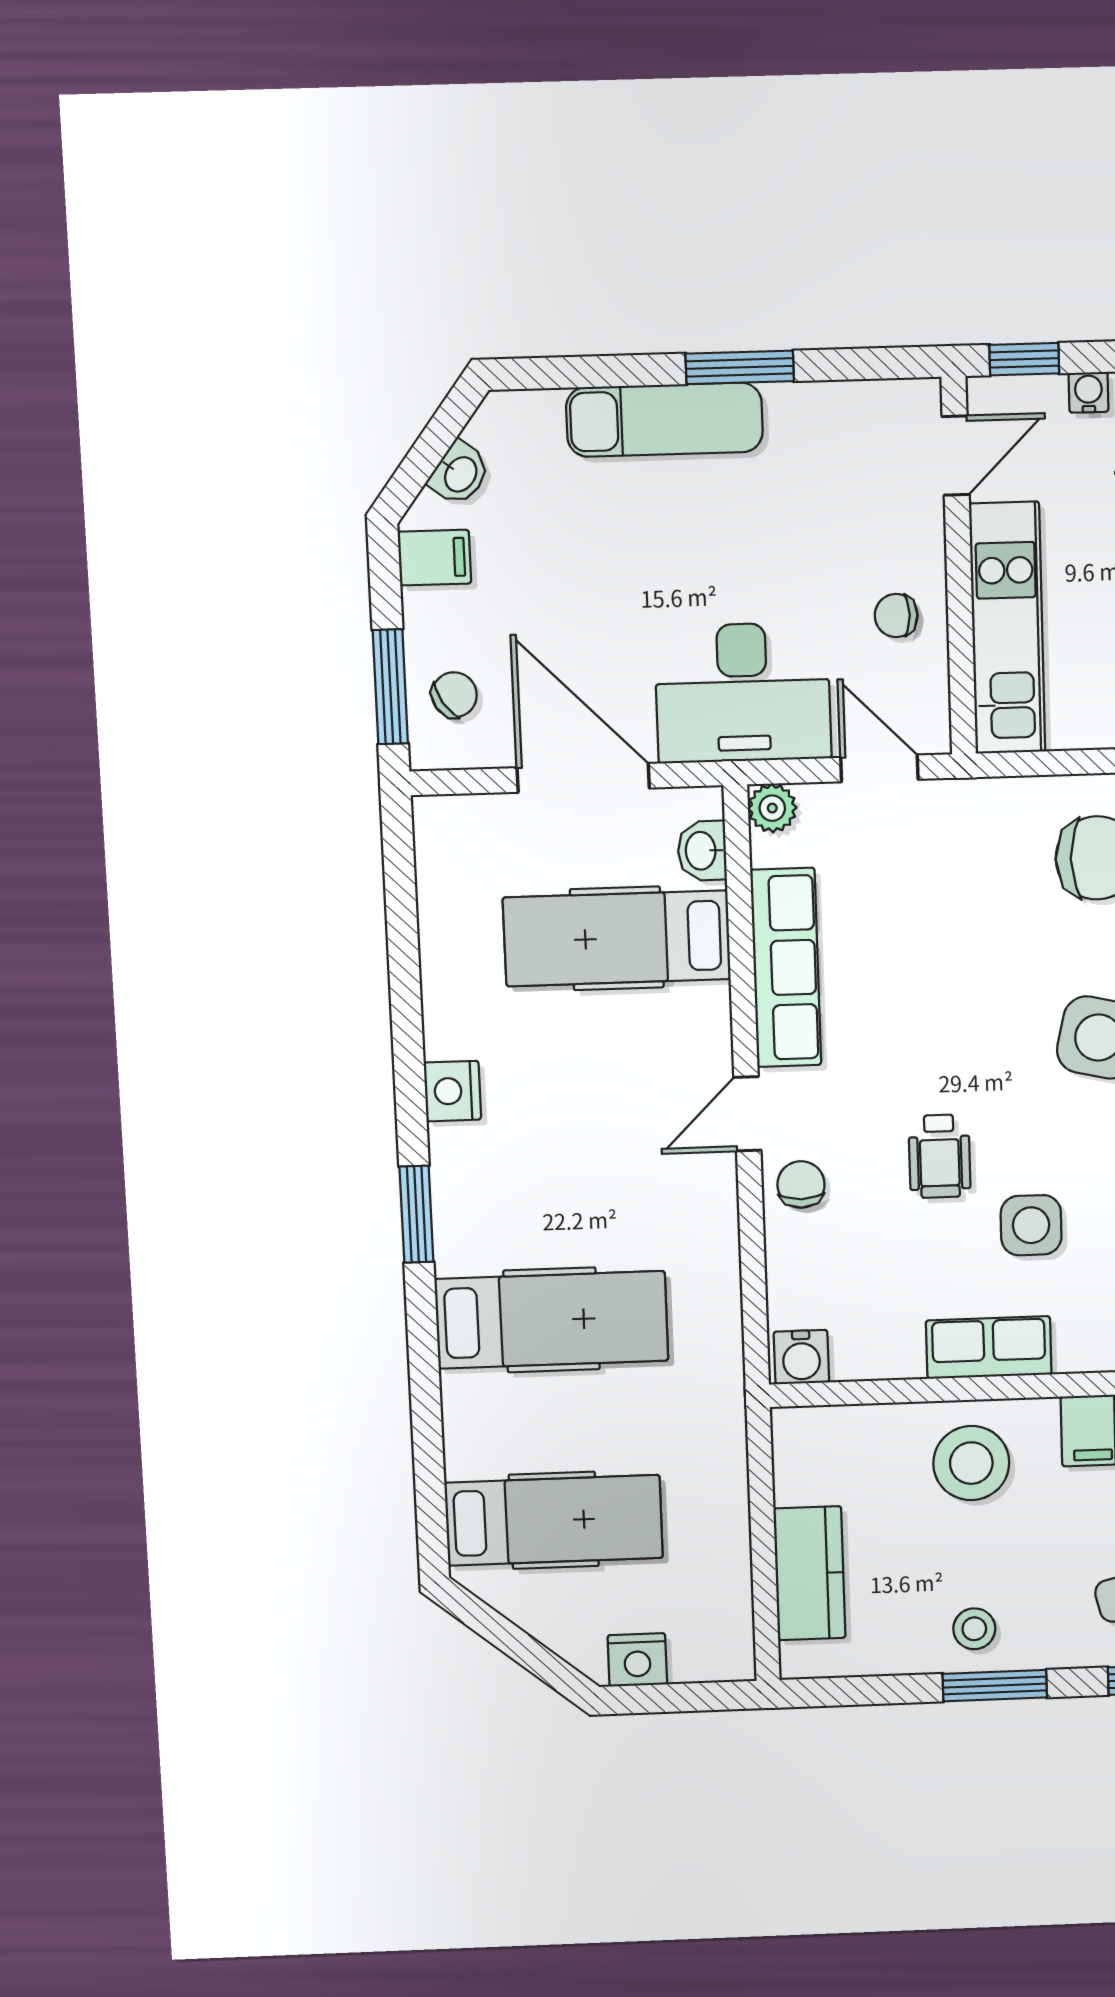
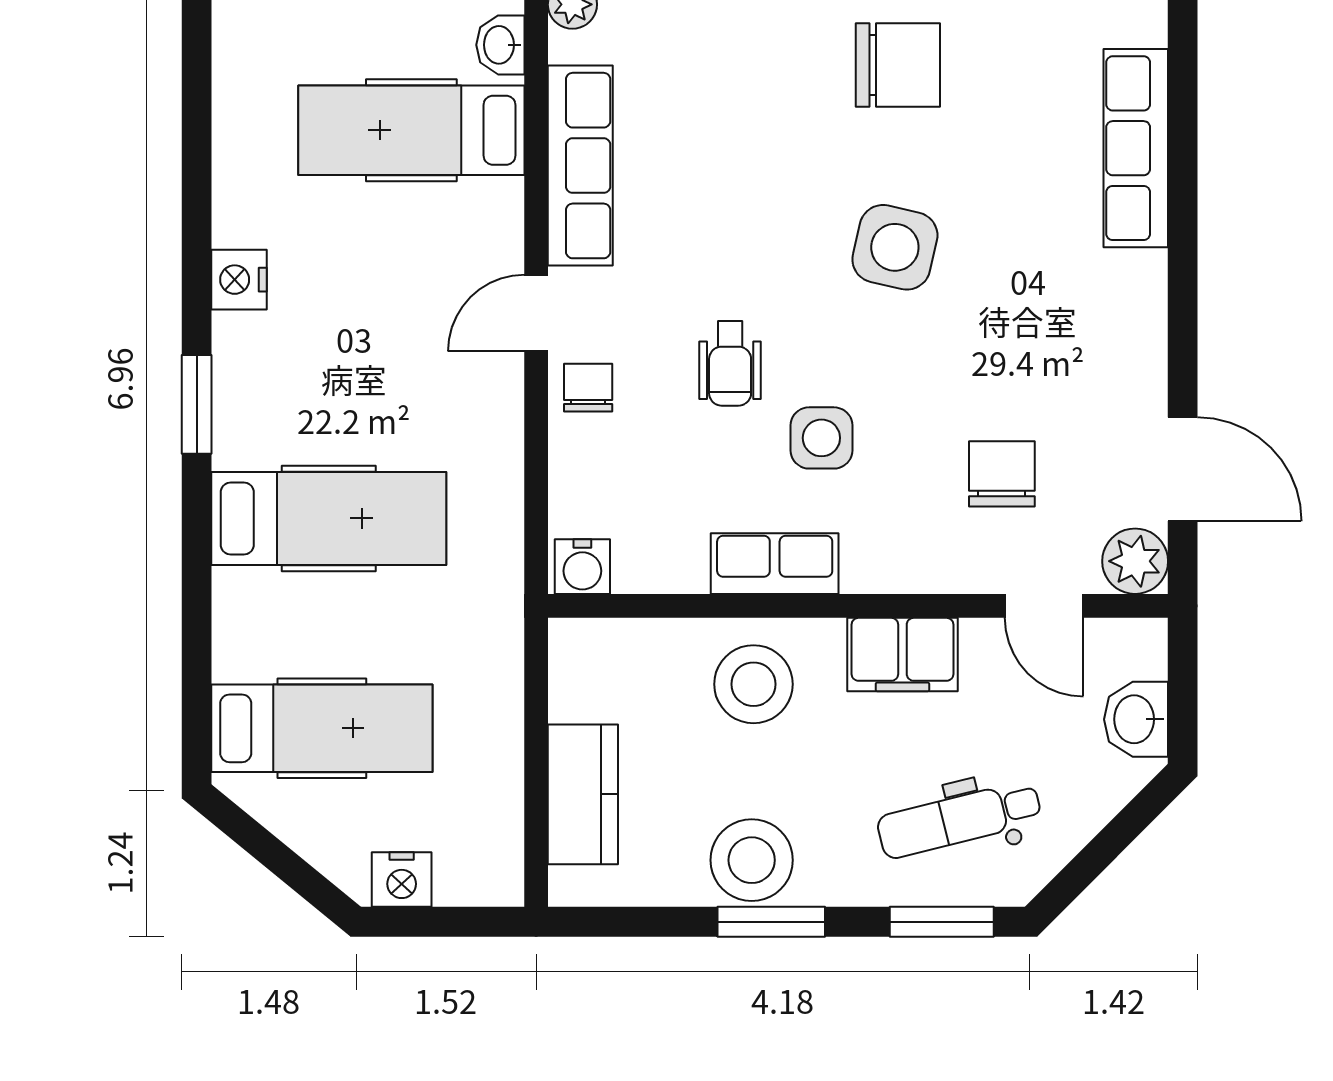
stool: (974, 1629) -> (752, 860), width x1.89, depth x1.89

